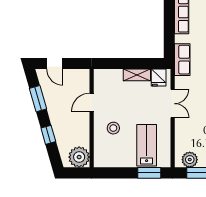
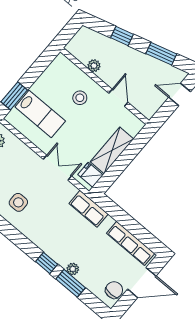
shelving: (137, 75) -> (112, 150), width x1.50, depth x1.33
double door: (173, 104) -> (57, 168), swing flipped
plant: (79, 157) -> (94, 66), moved, width x0.53, depth x0.53

